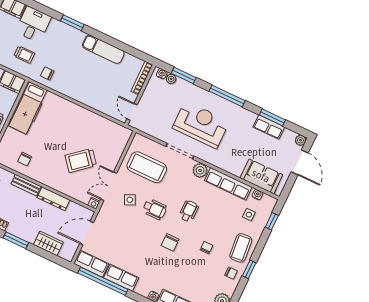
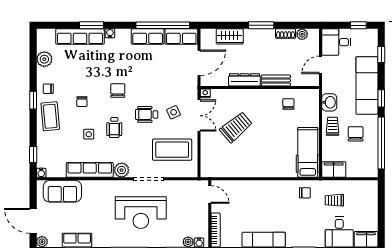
water cooler: (258, 195) -> (41, 173), moved
side table: (249, 215) -> (89, 134), moved

